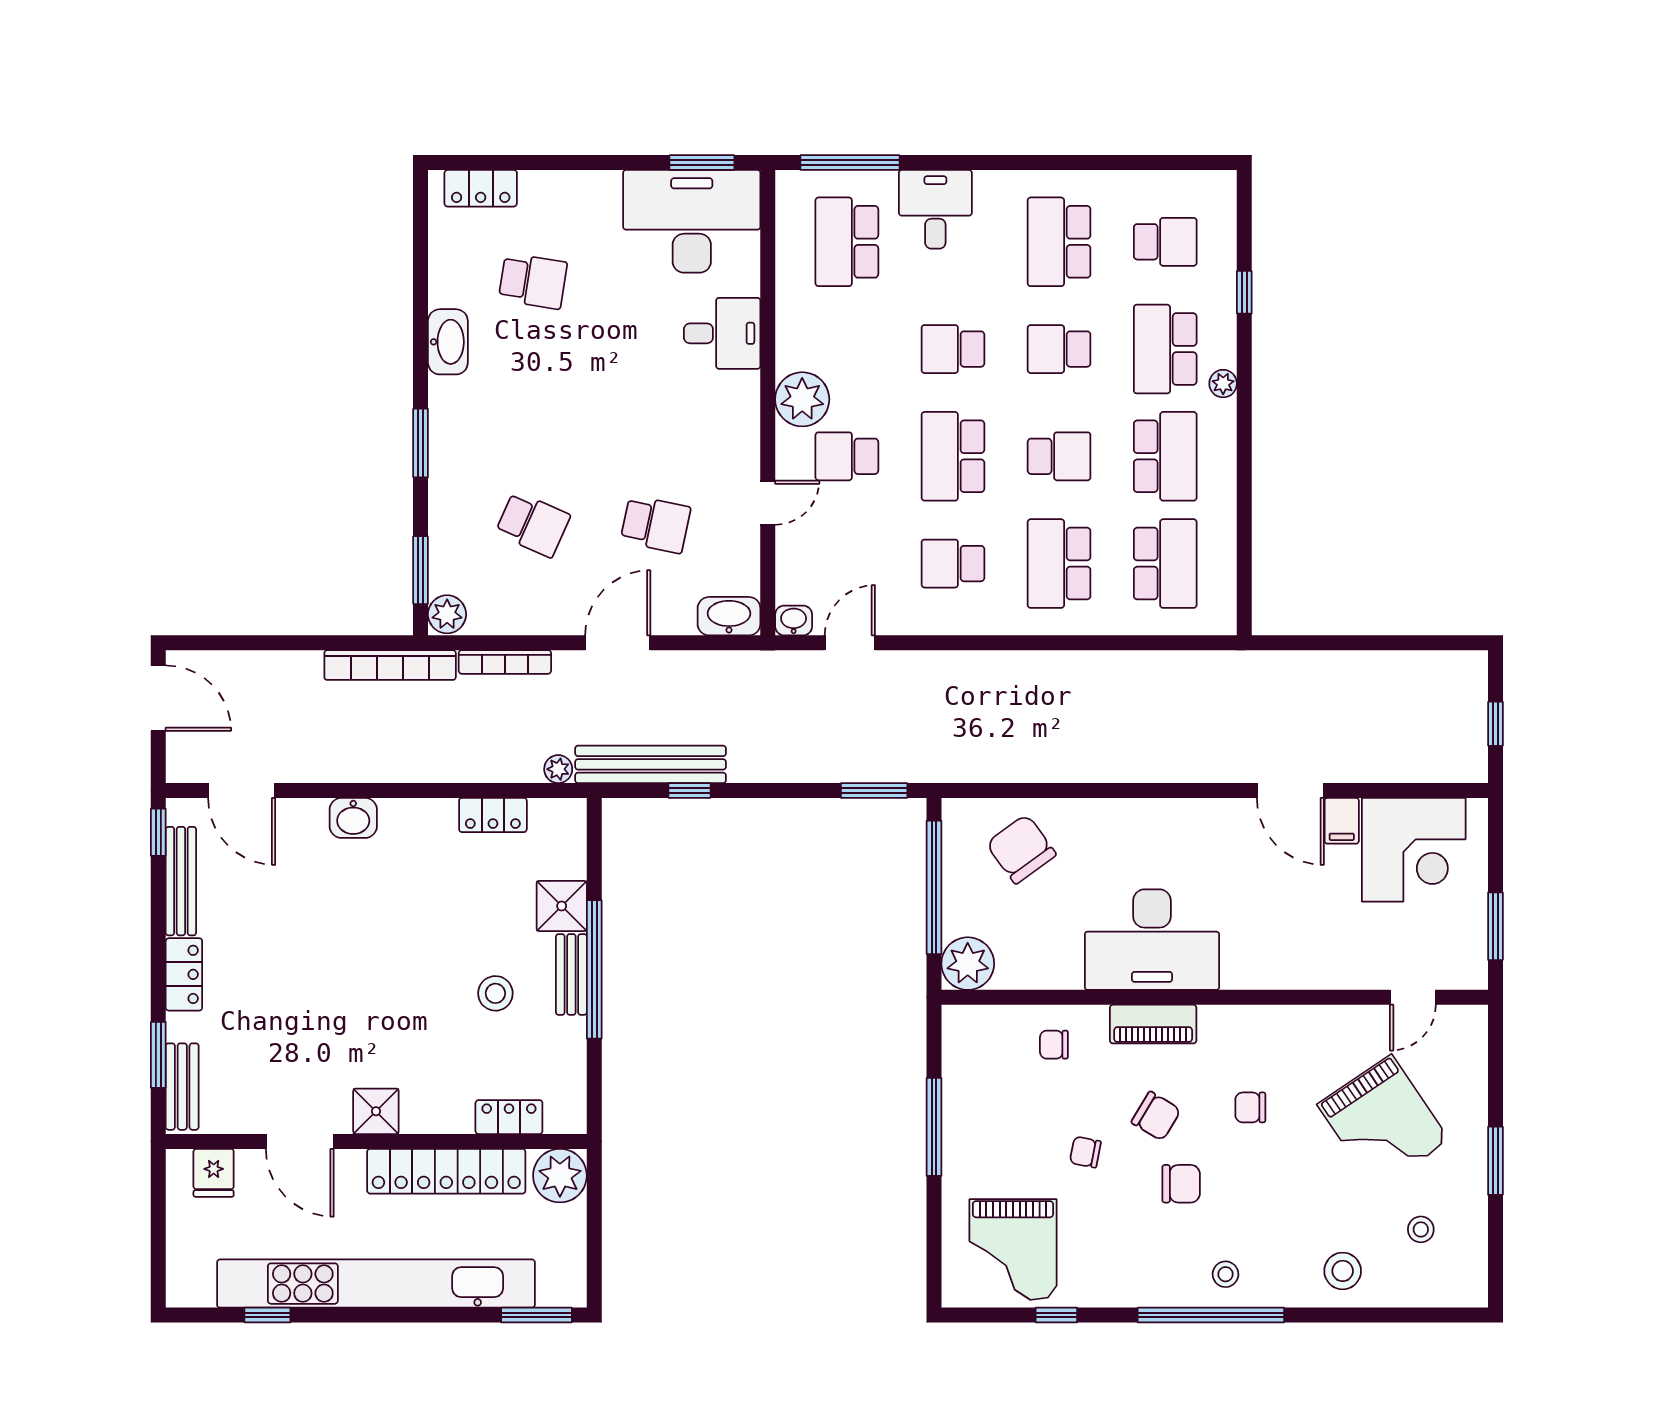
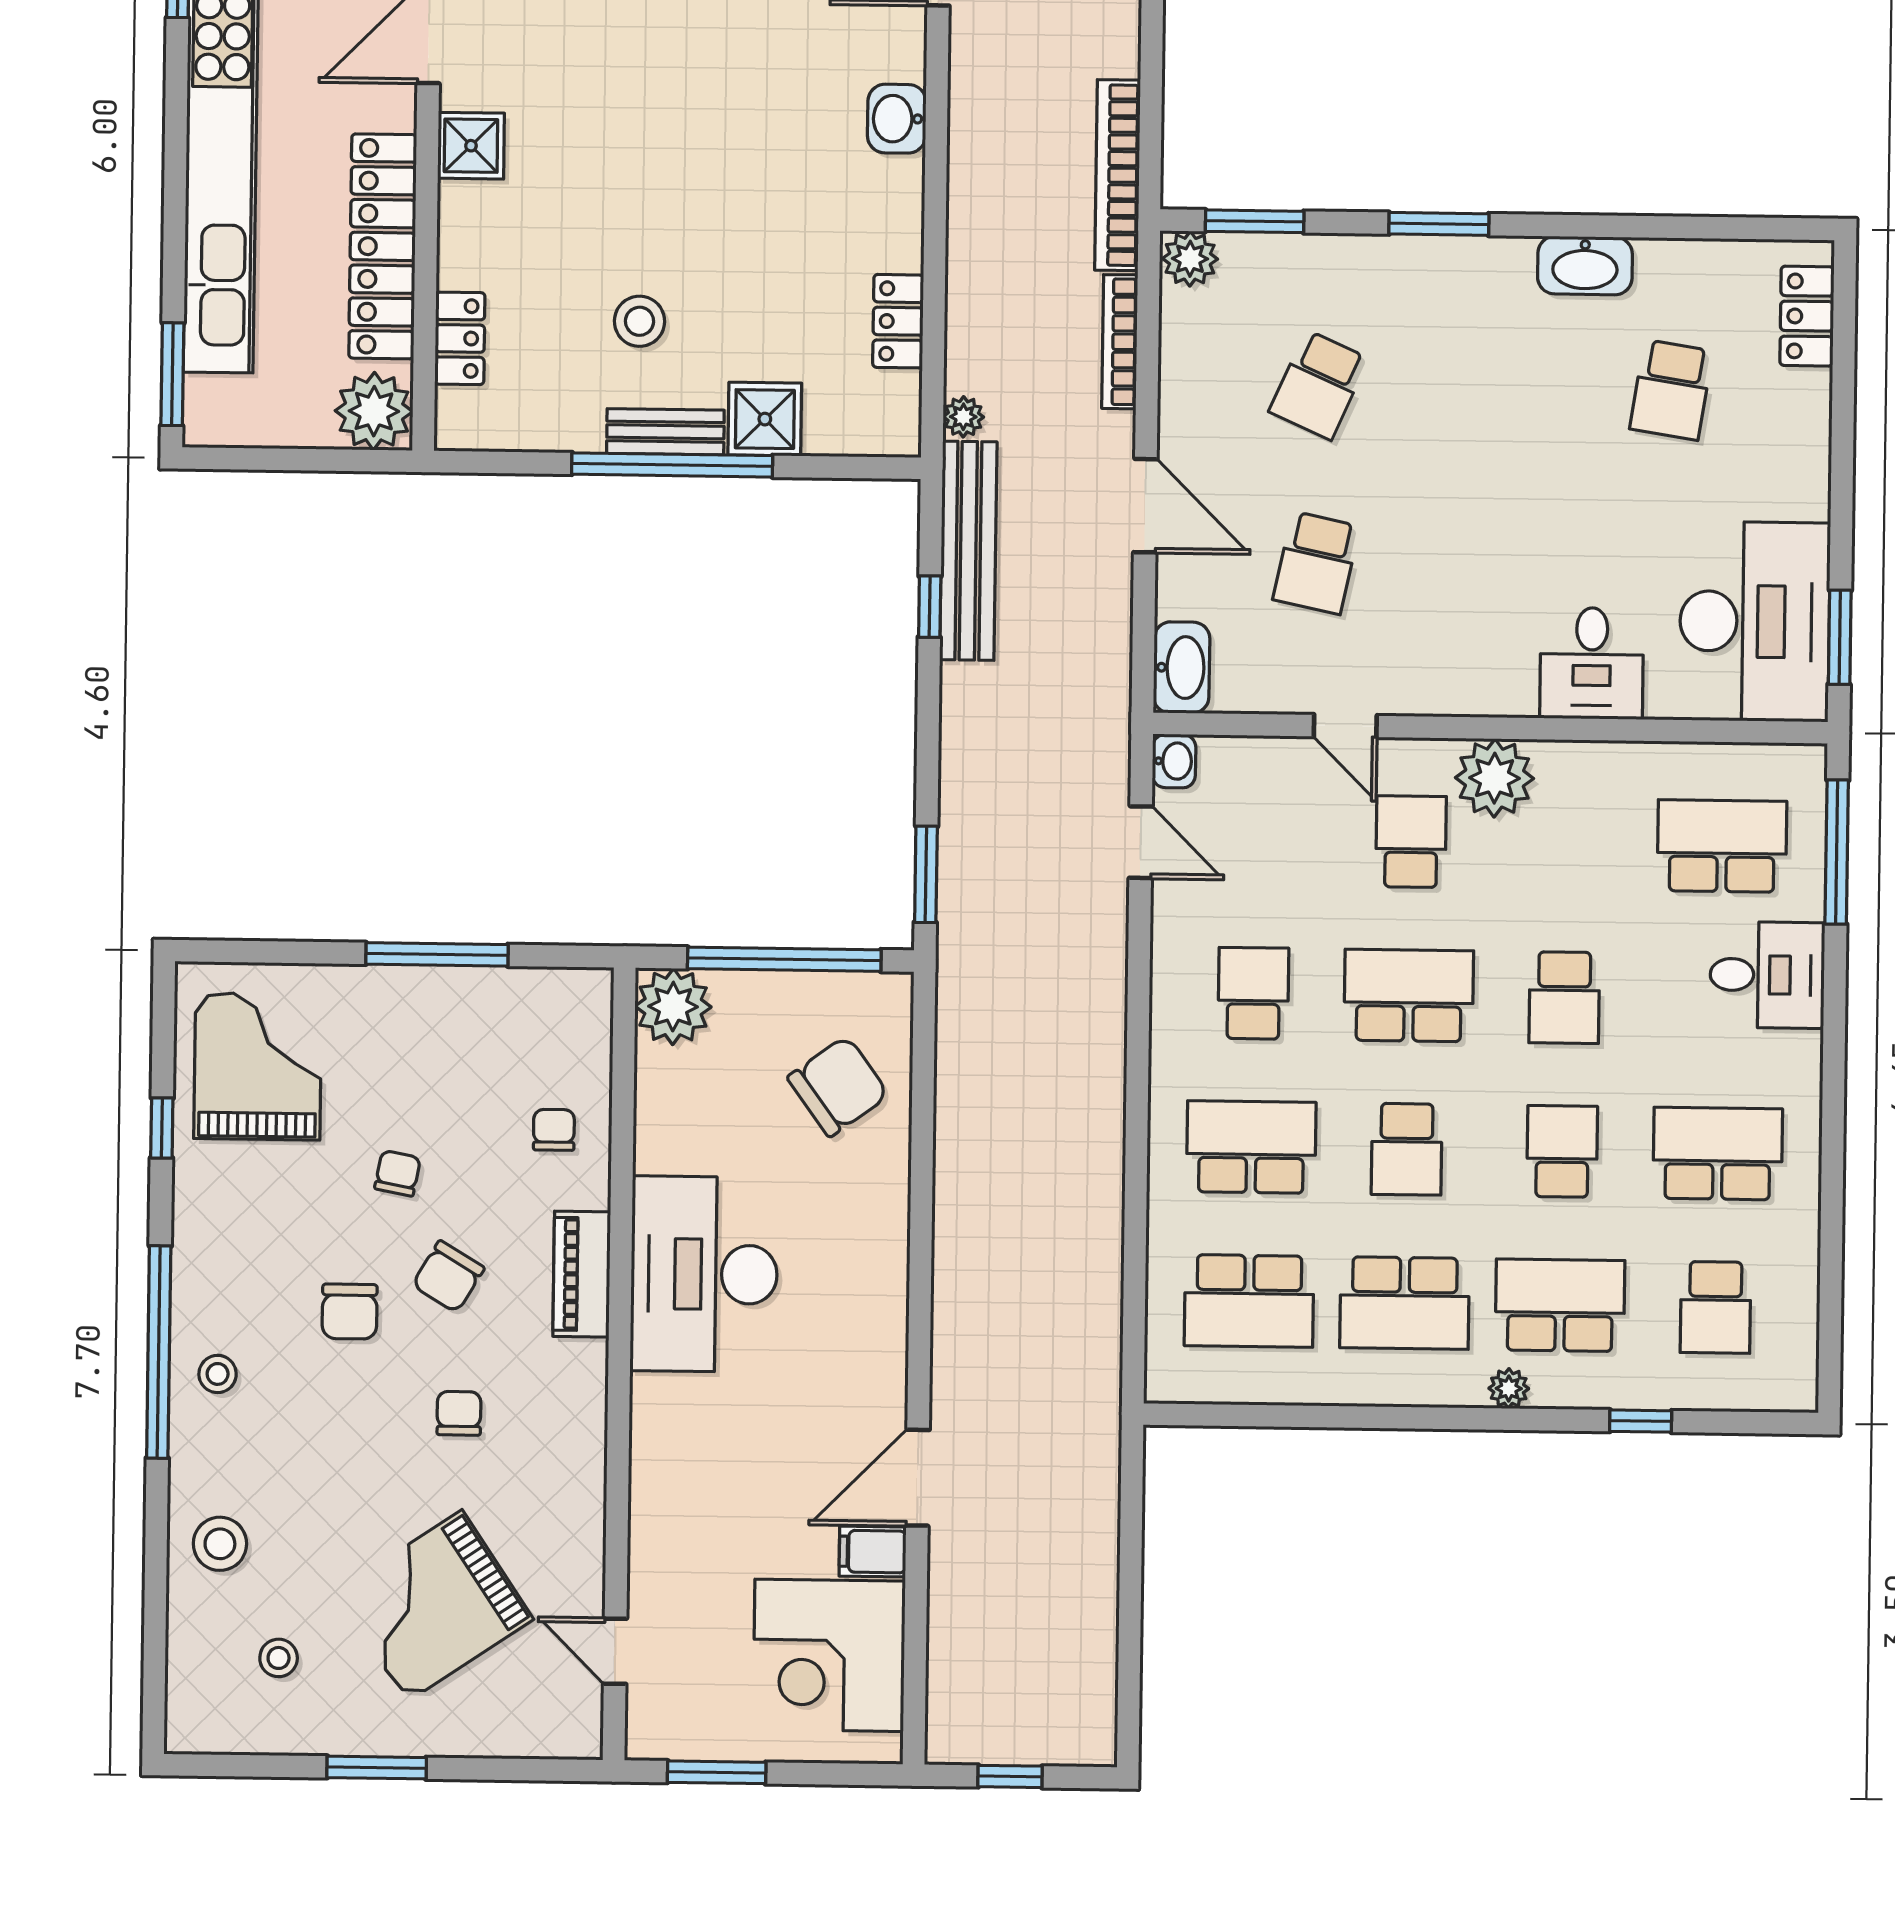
school desk: (953, 349) -> (1564, 998), turned 180
grand piano: (1013, 1249) -> (258, 1066), turned 90

